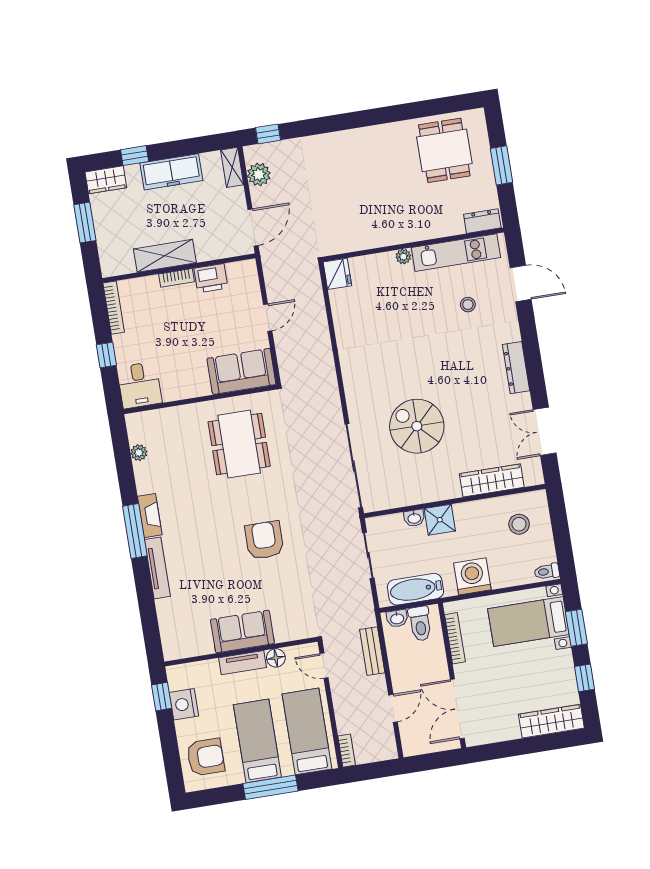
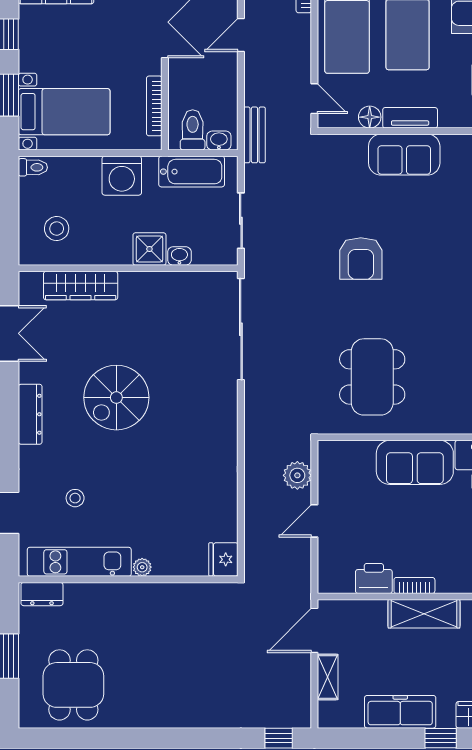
shelving: (232, 167) -> (328, 677), moved
plant: (259, 174) -> (297, 475), moved
sofa: (241, 371) -> (415, 462), moved
spiral stairs: (417, 426) -> (116, 398), moved, turned 90
bench: (372, 651) -> (254, 135), moved

